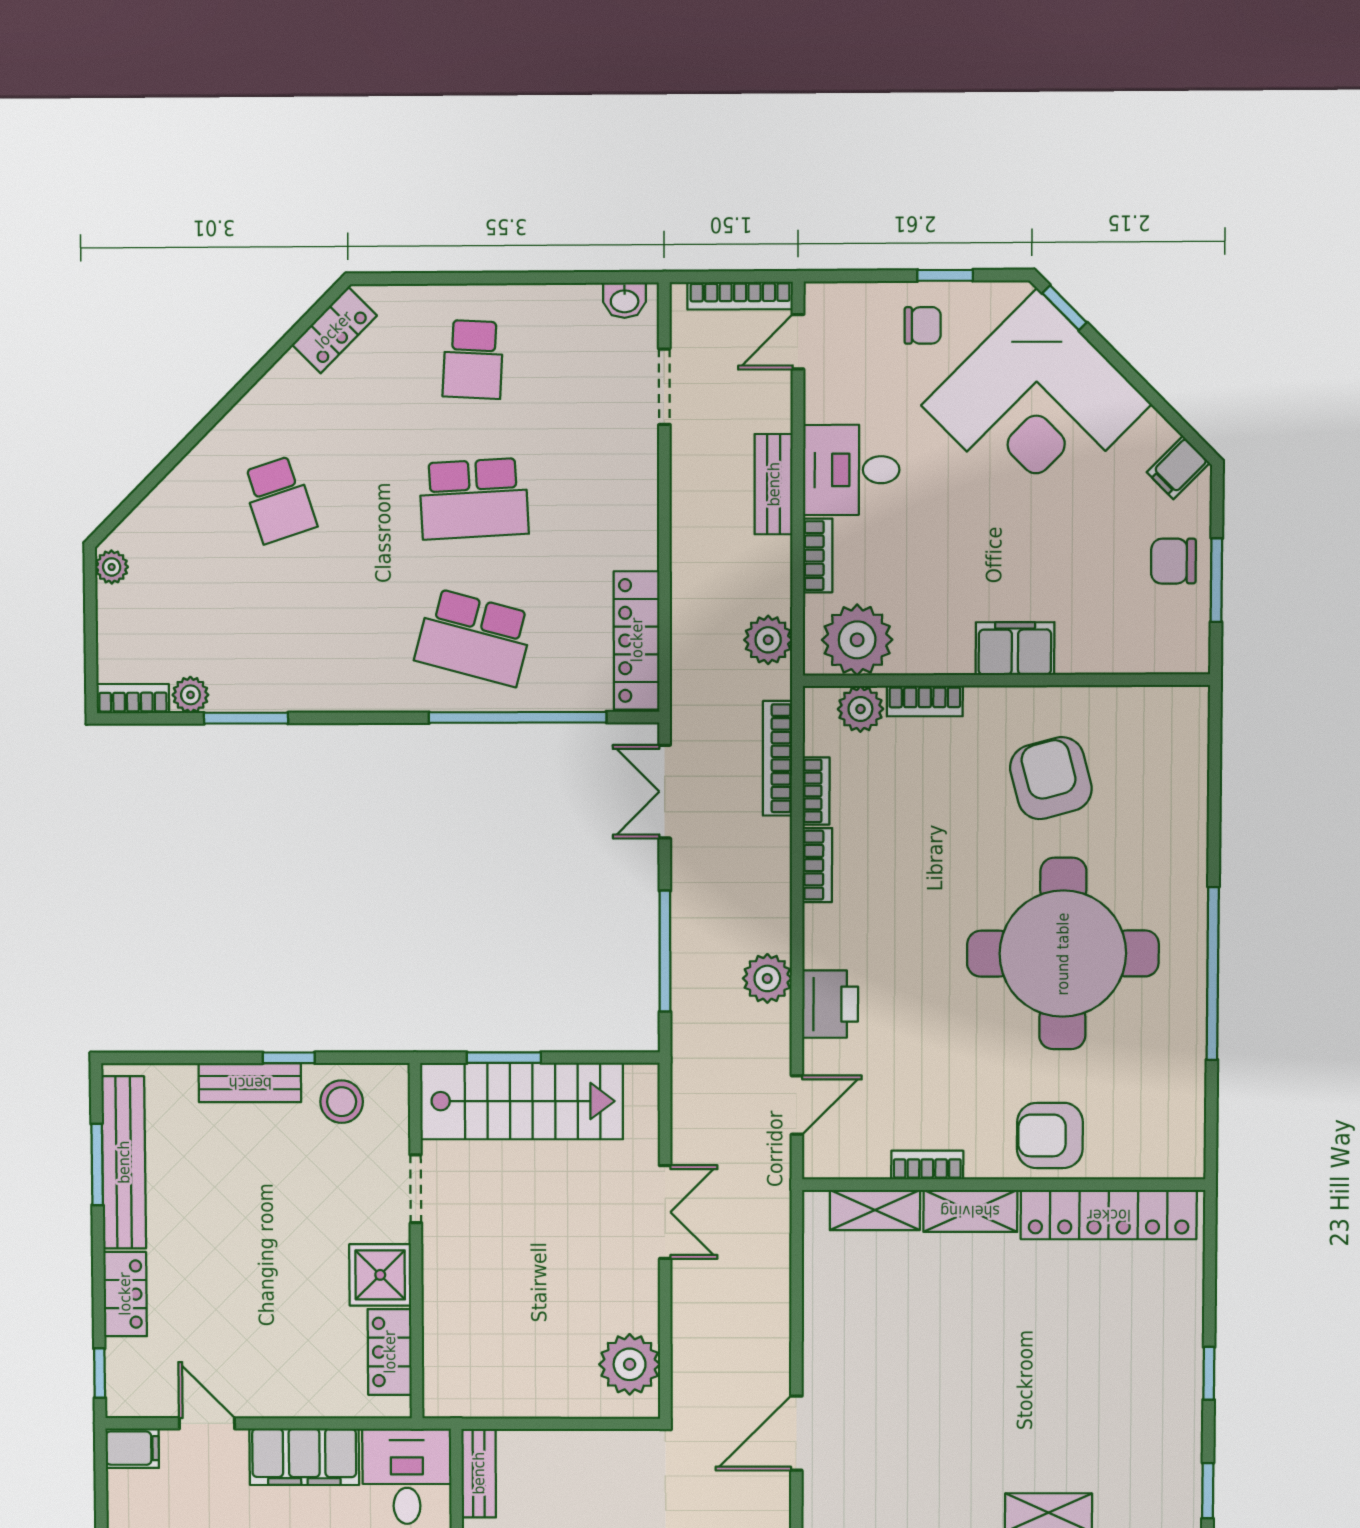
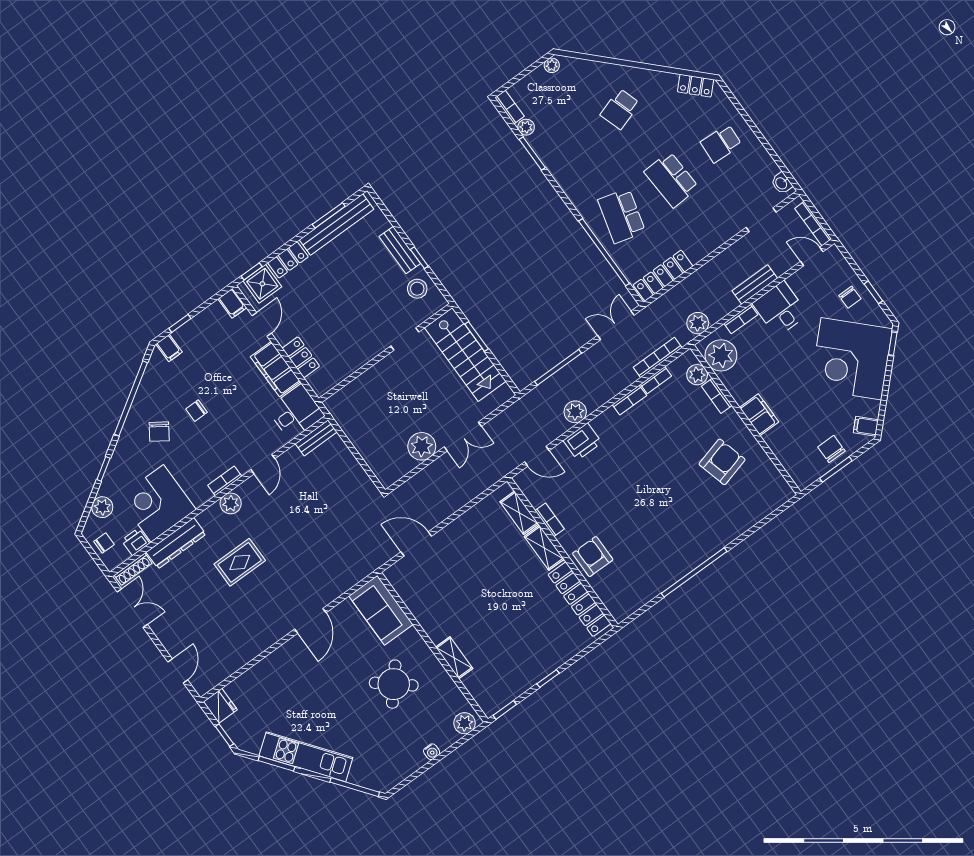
round table: (1063, 954) -> (662, 513), removed
shower: (380, 1275) -> (262, 284), moved
locker: (390, 1352) -> (301, 357), moved, turned 90
plant: (630, 1364) -> (422, 446), moved

